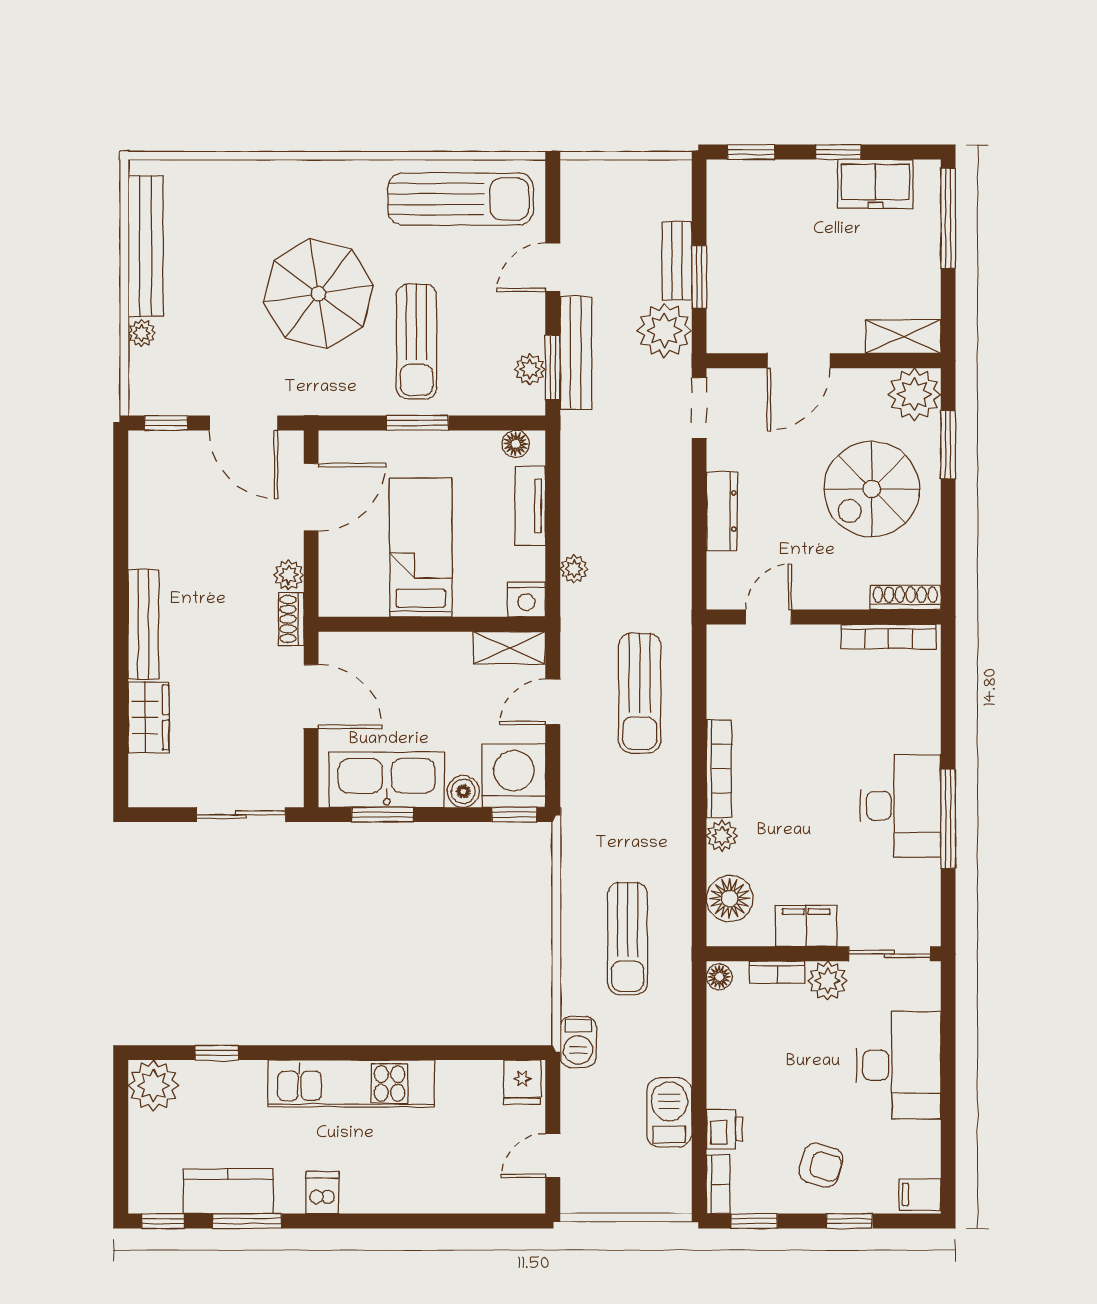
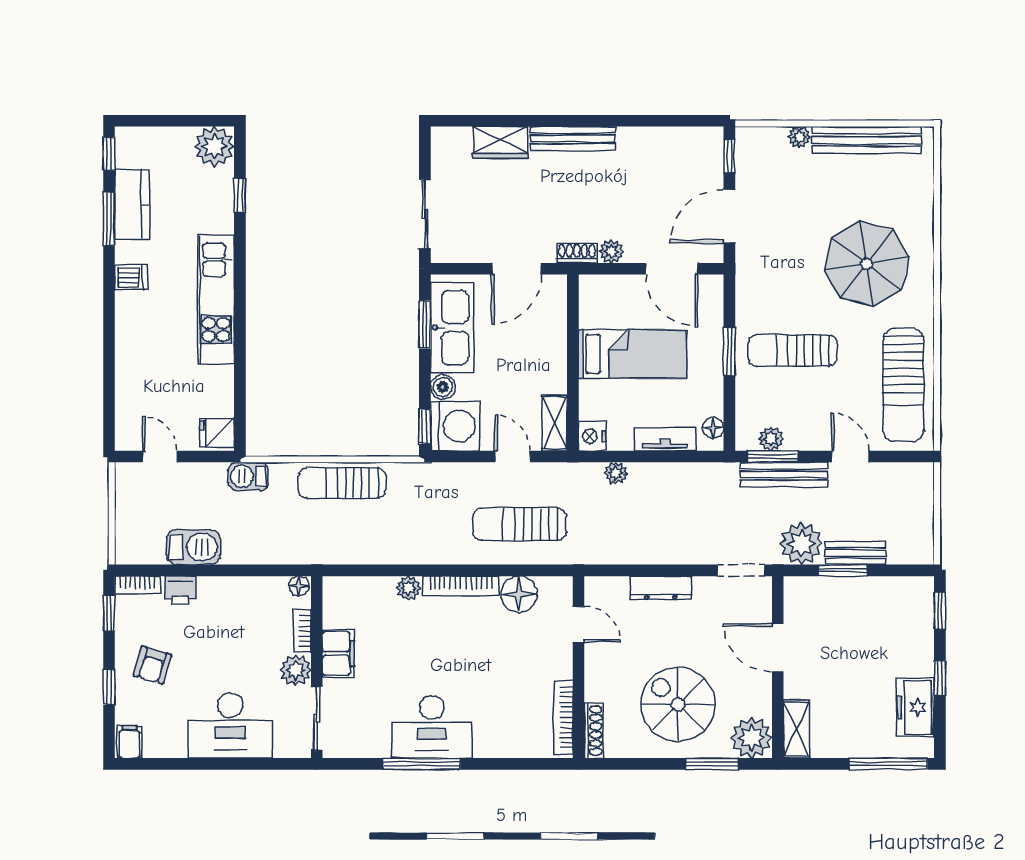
parasol: (318, 294) -> (867, 264), moved
floor lamp: (730, 899) -> (519, 594), moved
sun lounger: (628, 938) -> (342, 483), moved

